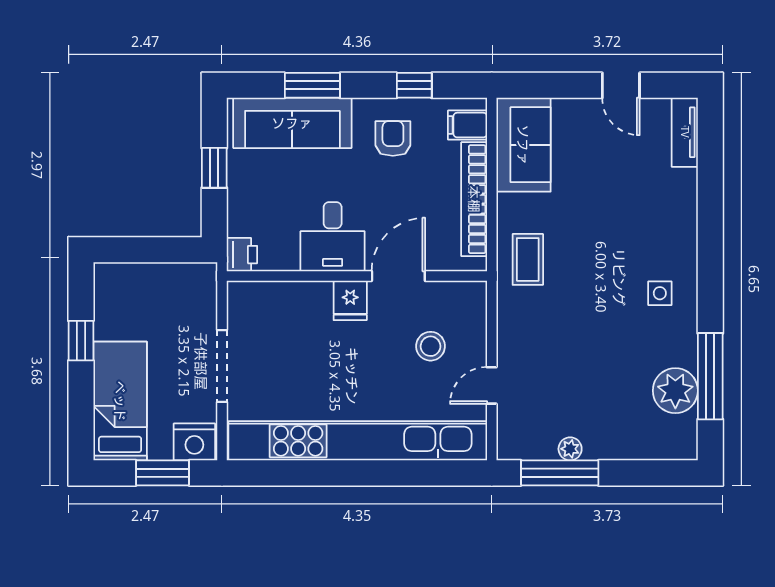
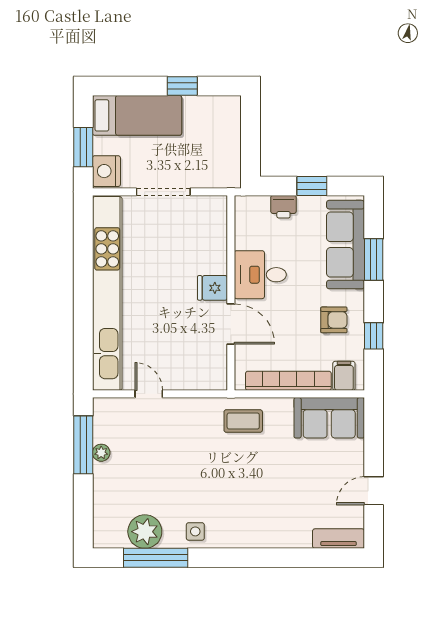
printer: (242, 255) -> (283, 207), moved
side table: (660, 293) -> (195, 531), moved
stool: (431, 346) -> (178, 348), removed

